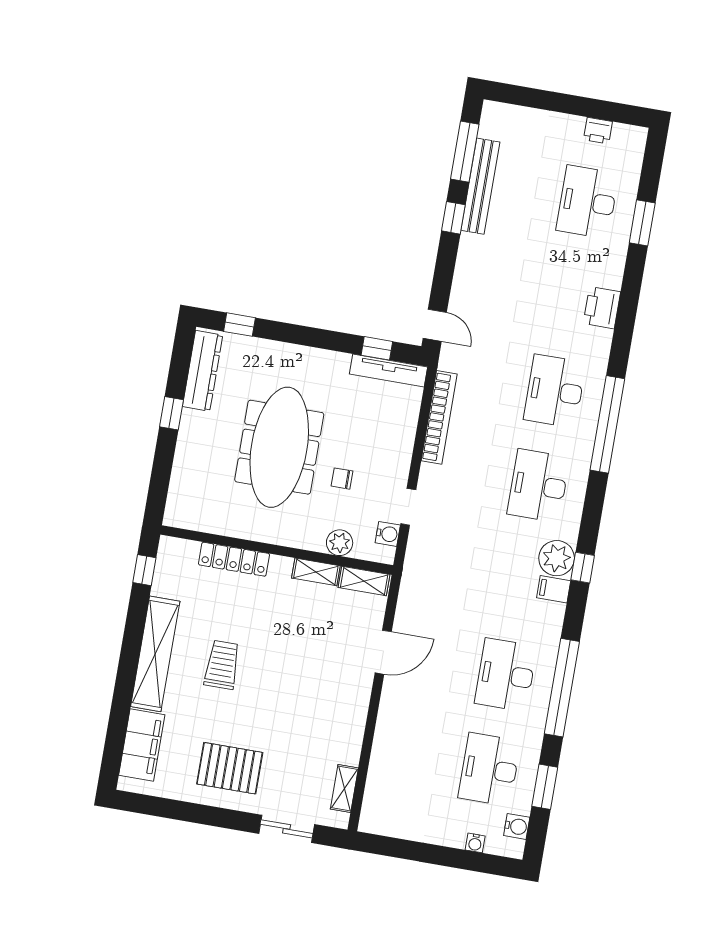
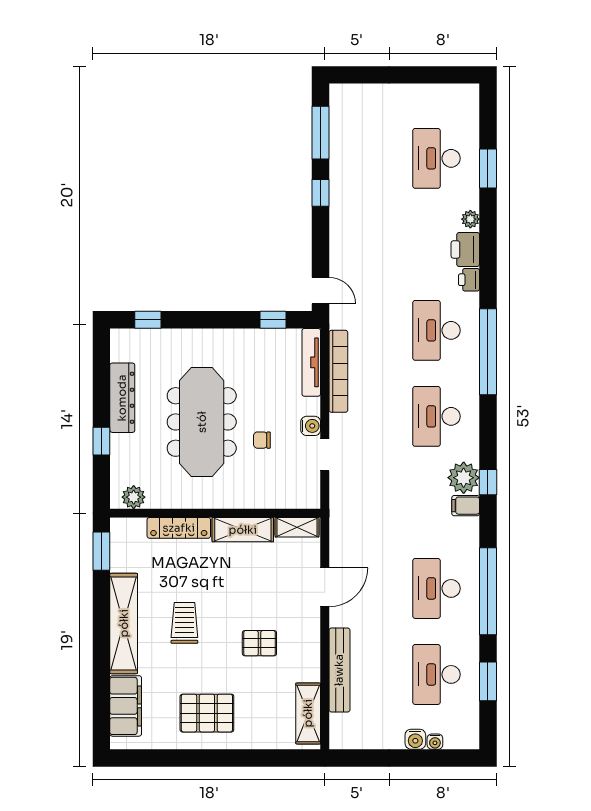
printer: (598, 131) -> (469, 280), moved, turned 90
bench: (480, 186) -> (339, 670), moved
plant: (613, 275) -> (470, 219), added
tv unit: (388, 370) -> (311, 362), moved, turned 90
dresser: (203, 371) -> (122, 398), moved
window: (171, 413) -> (101, 441), moved
water cooler: (388, 534) -> (311, 426), moved
plant: (340, 543) -> (134, 497), moved
window: (144, 570) -> (101, 551), width x1.50
shelving: (316, 572) -> (243, 530), width x1.50, depth x1.33
pallet: (301, 701) -> (259, 643), added
shelving: (344, 789) -> (308, 713), width x1.50, depth x1.33
water cooler: (517, 826) -> (415, 739), moved, turned 90
sliding door: (287, 829) -> (266, 758), removed

